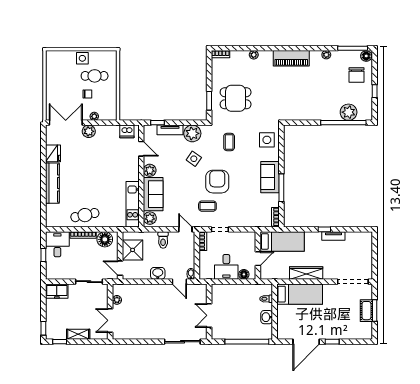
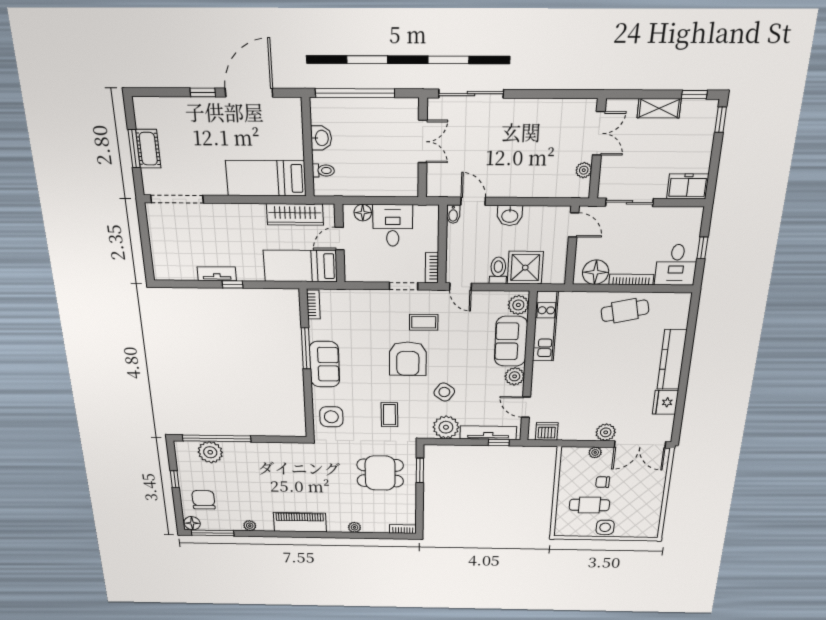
tv unit: (170, 130) -> (488, 433), width x1.41
shower: (133, 250) -> (525, 268), moved
wardrobe: (306, 273) -> (295, 214), moved

